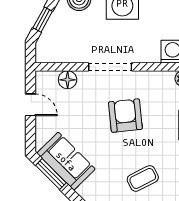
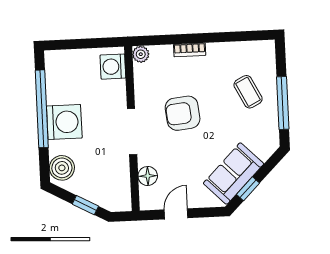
window: (51, 174) -> (248, 189), width x0.67

